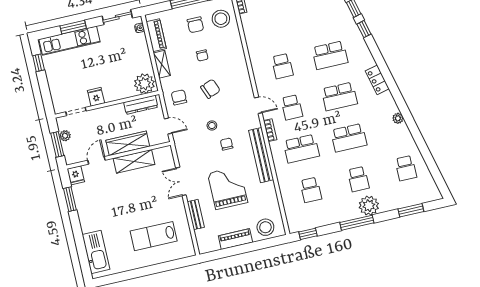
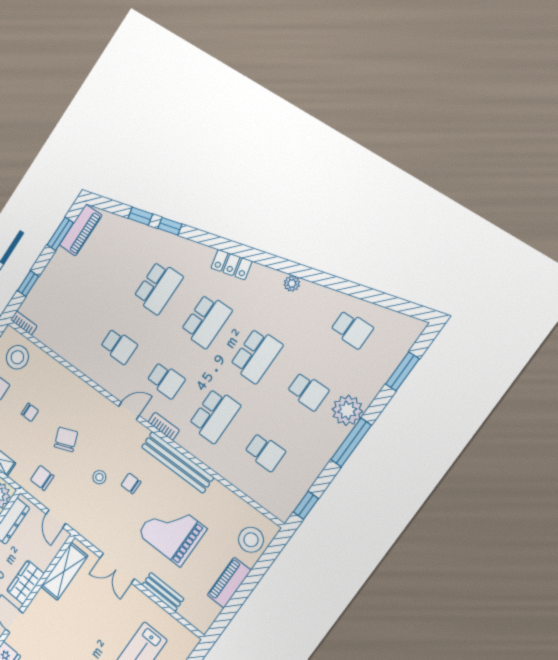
door: (168, 126) -> (56, 519), swing flipped
wardrobe: (128, 143) -> (25, 582), width x0.67
shelving: (134, 161) -> (64, 571), moved

